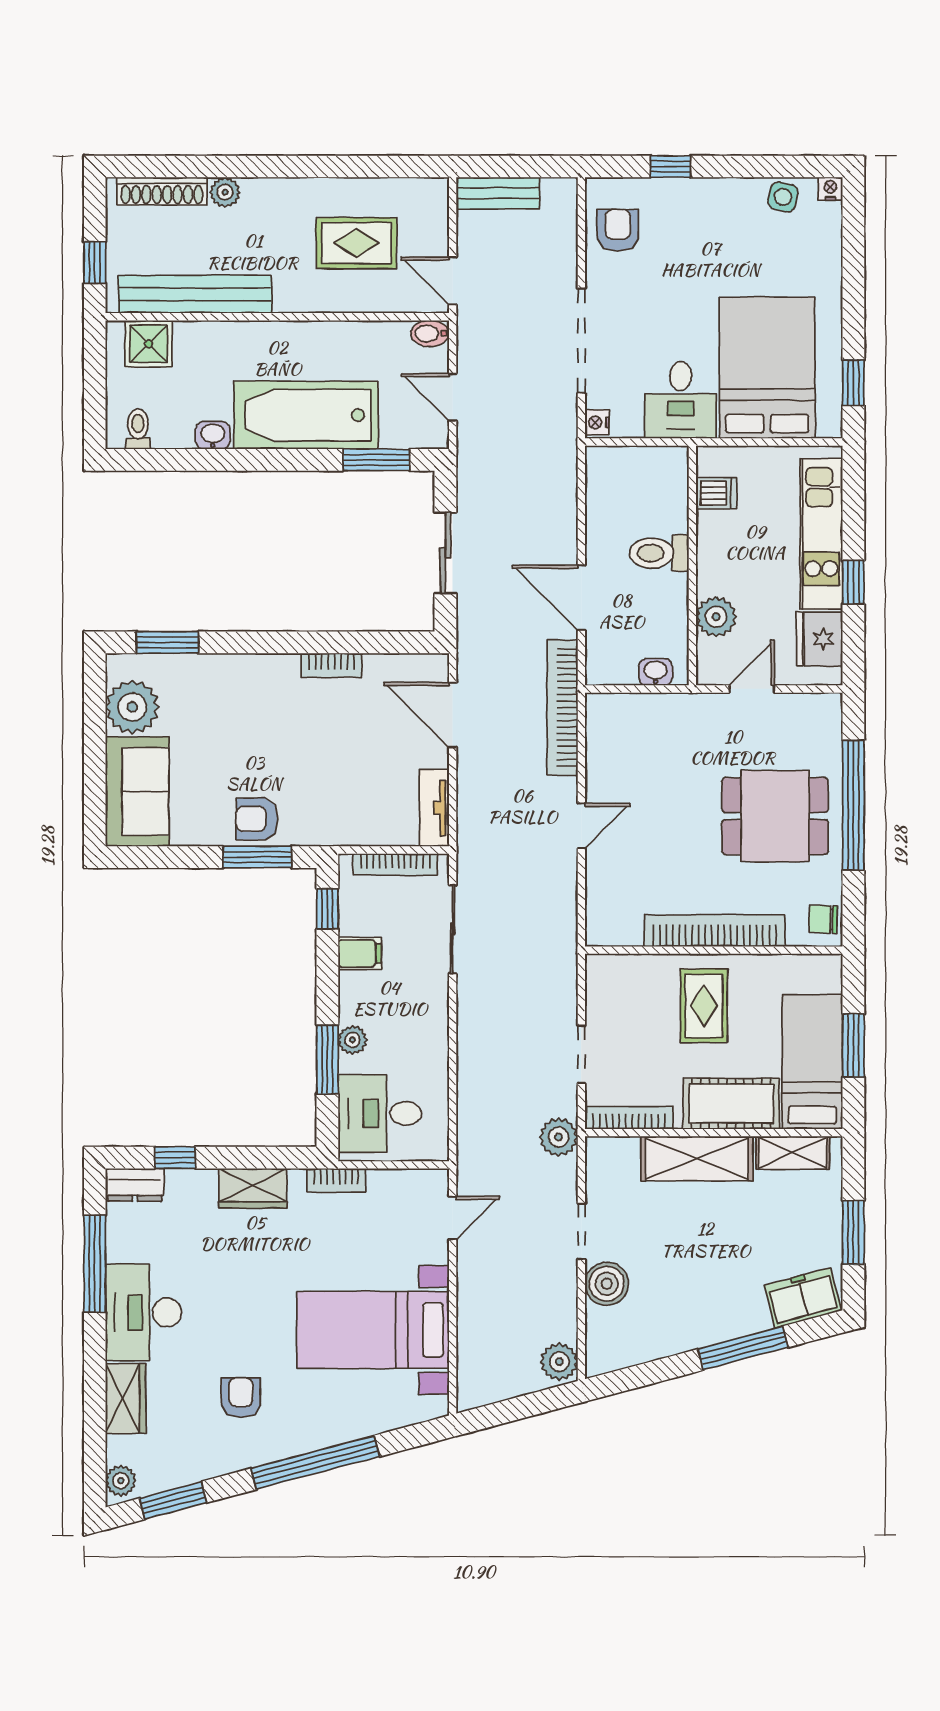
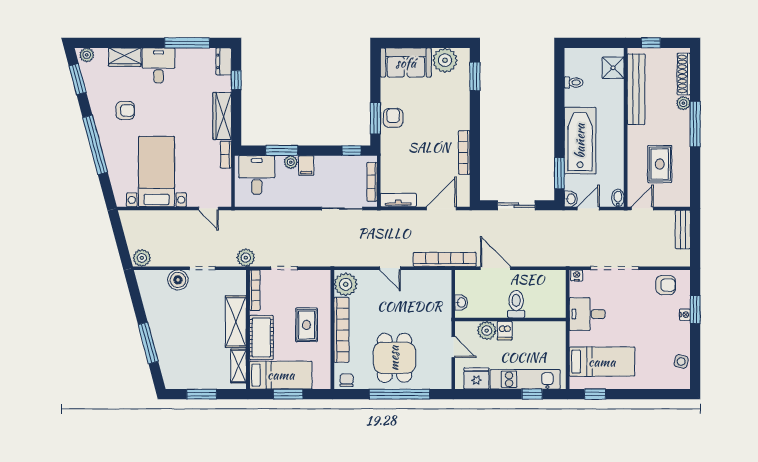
window: (270, 167) -> (695, 124), added
window: (671, 167) -> (695, 309), width x1.50
nightstand: (830, 189) -> (685, 315), moved
bed: (767, 368) -> (602, 362), width x0.67
toilet: (138, 429) -> (574, 83), moved
washbasin: (213, 435) -> (571, 199), moved
dishwasher: (716, 493) -> (505, 331), moved
window: (853, 582) -> (532, 394), moved
door: (581, 598) -> (496, 268), hinge flipped
bookcase: (331, 665) -> (464, 152), width x1.56
plant: (616, 921) -> (346, 284), added
filing cabinet: (360, 953) -> (306, 166), moved
rug: (704, 1006) -> (307, 325), turned 90
wardrobe: (253, 1188) -> (222, 116), width x1.50
freezer: (803, 1298) -> (171, 371), removed
desk: (144, 1312) -> (159, 65), width x0.73

